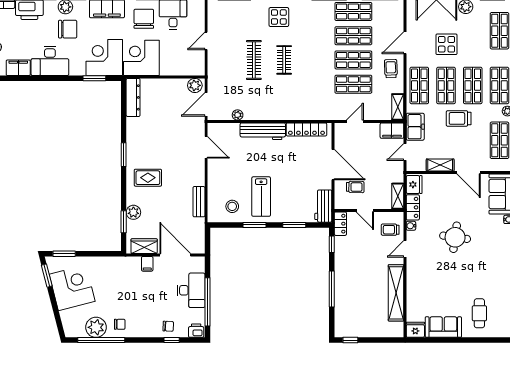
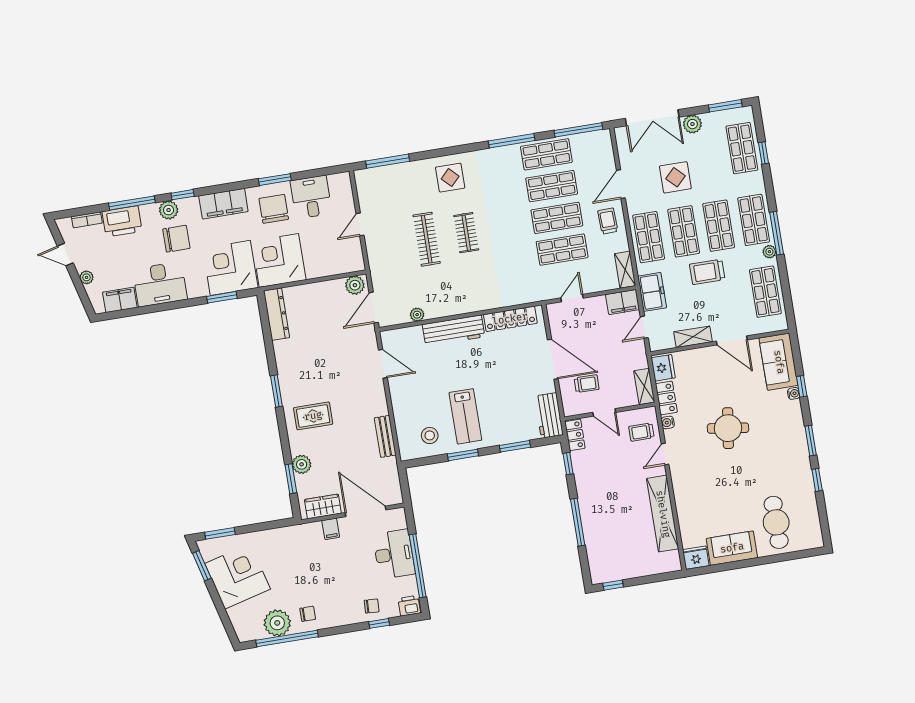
cafe table: (479, 313) -> (776, 522), width x1.37, depth x1.35

